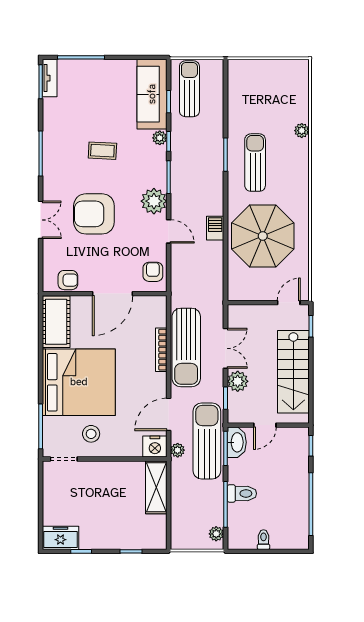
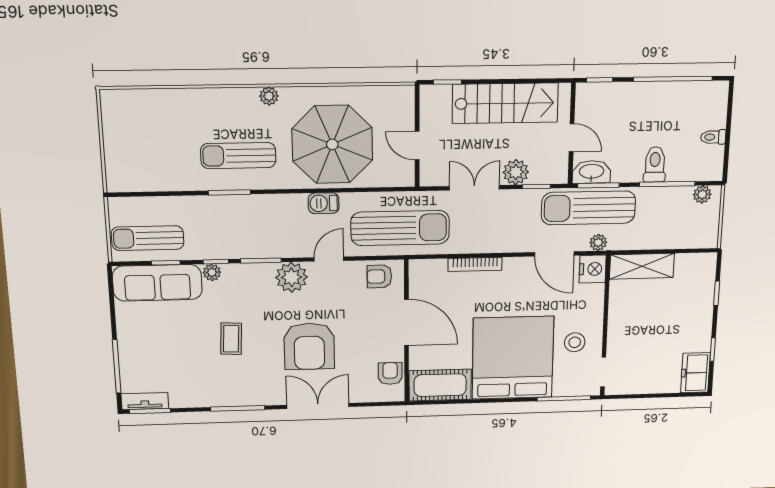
plant: (302, 131) -> (269, 96), moved
double door: (41, 220) -> (318, 406), width x1.37
door: (289, 303) -> (417, 146), moved
sun lounger: (186, 348) -> (400, 228), moved

